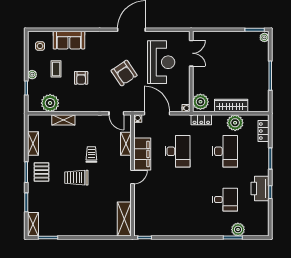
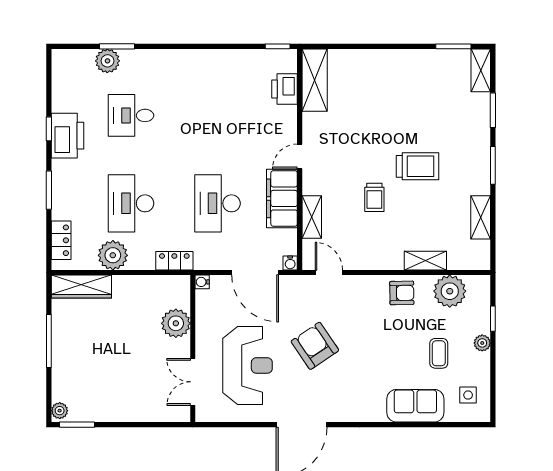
reception desk: (161, 62) -> (248, 365), turned 180
armchair: (81, 78) -> (402, 293), moved, turned 89
plant: (200, 102) -> (176, 323), moved
wardrobe: (231, 106) -> (81, 287), moved
pallet: (42, 172) -> (465, 166), removed
trolley: (76, 178) -> (418, 166), moved
printer: (141, 214) -> (285, 89), added

